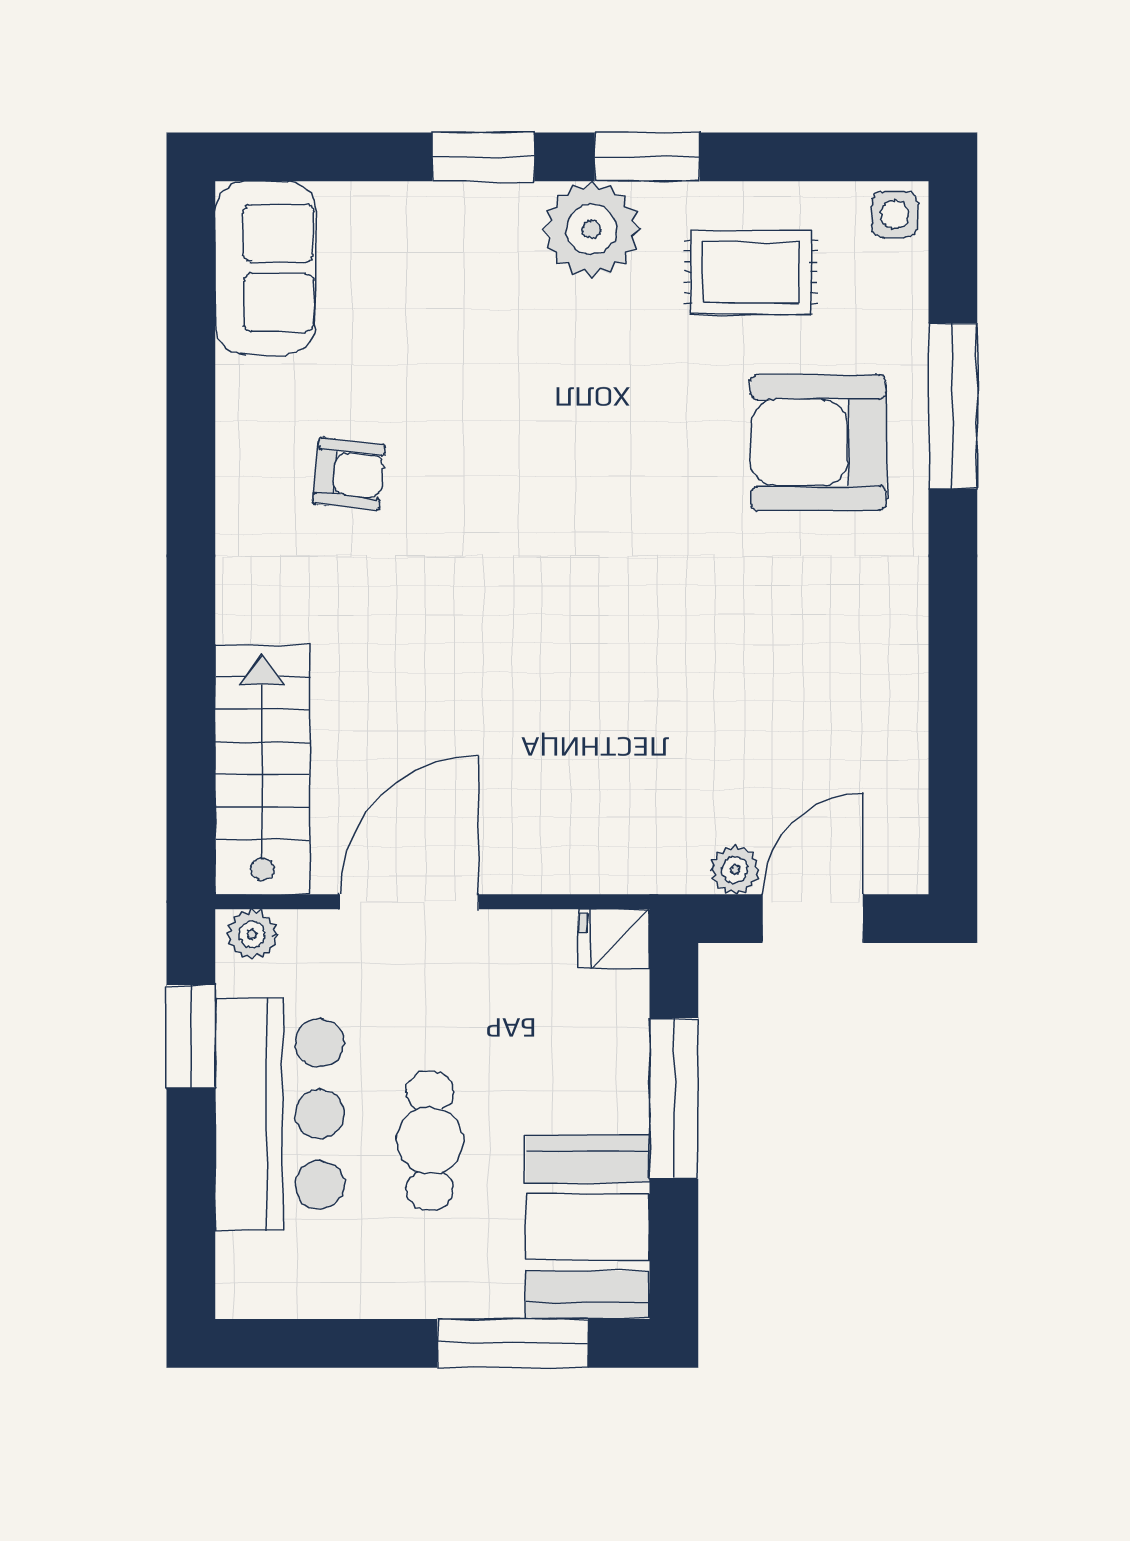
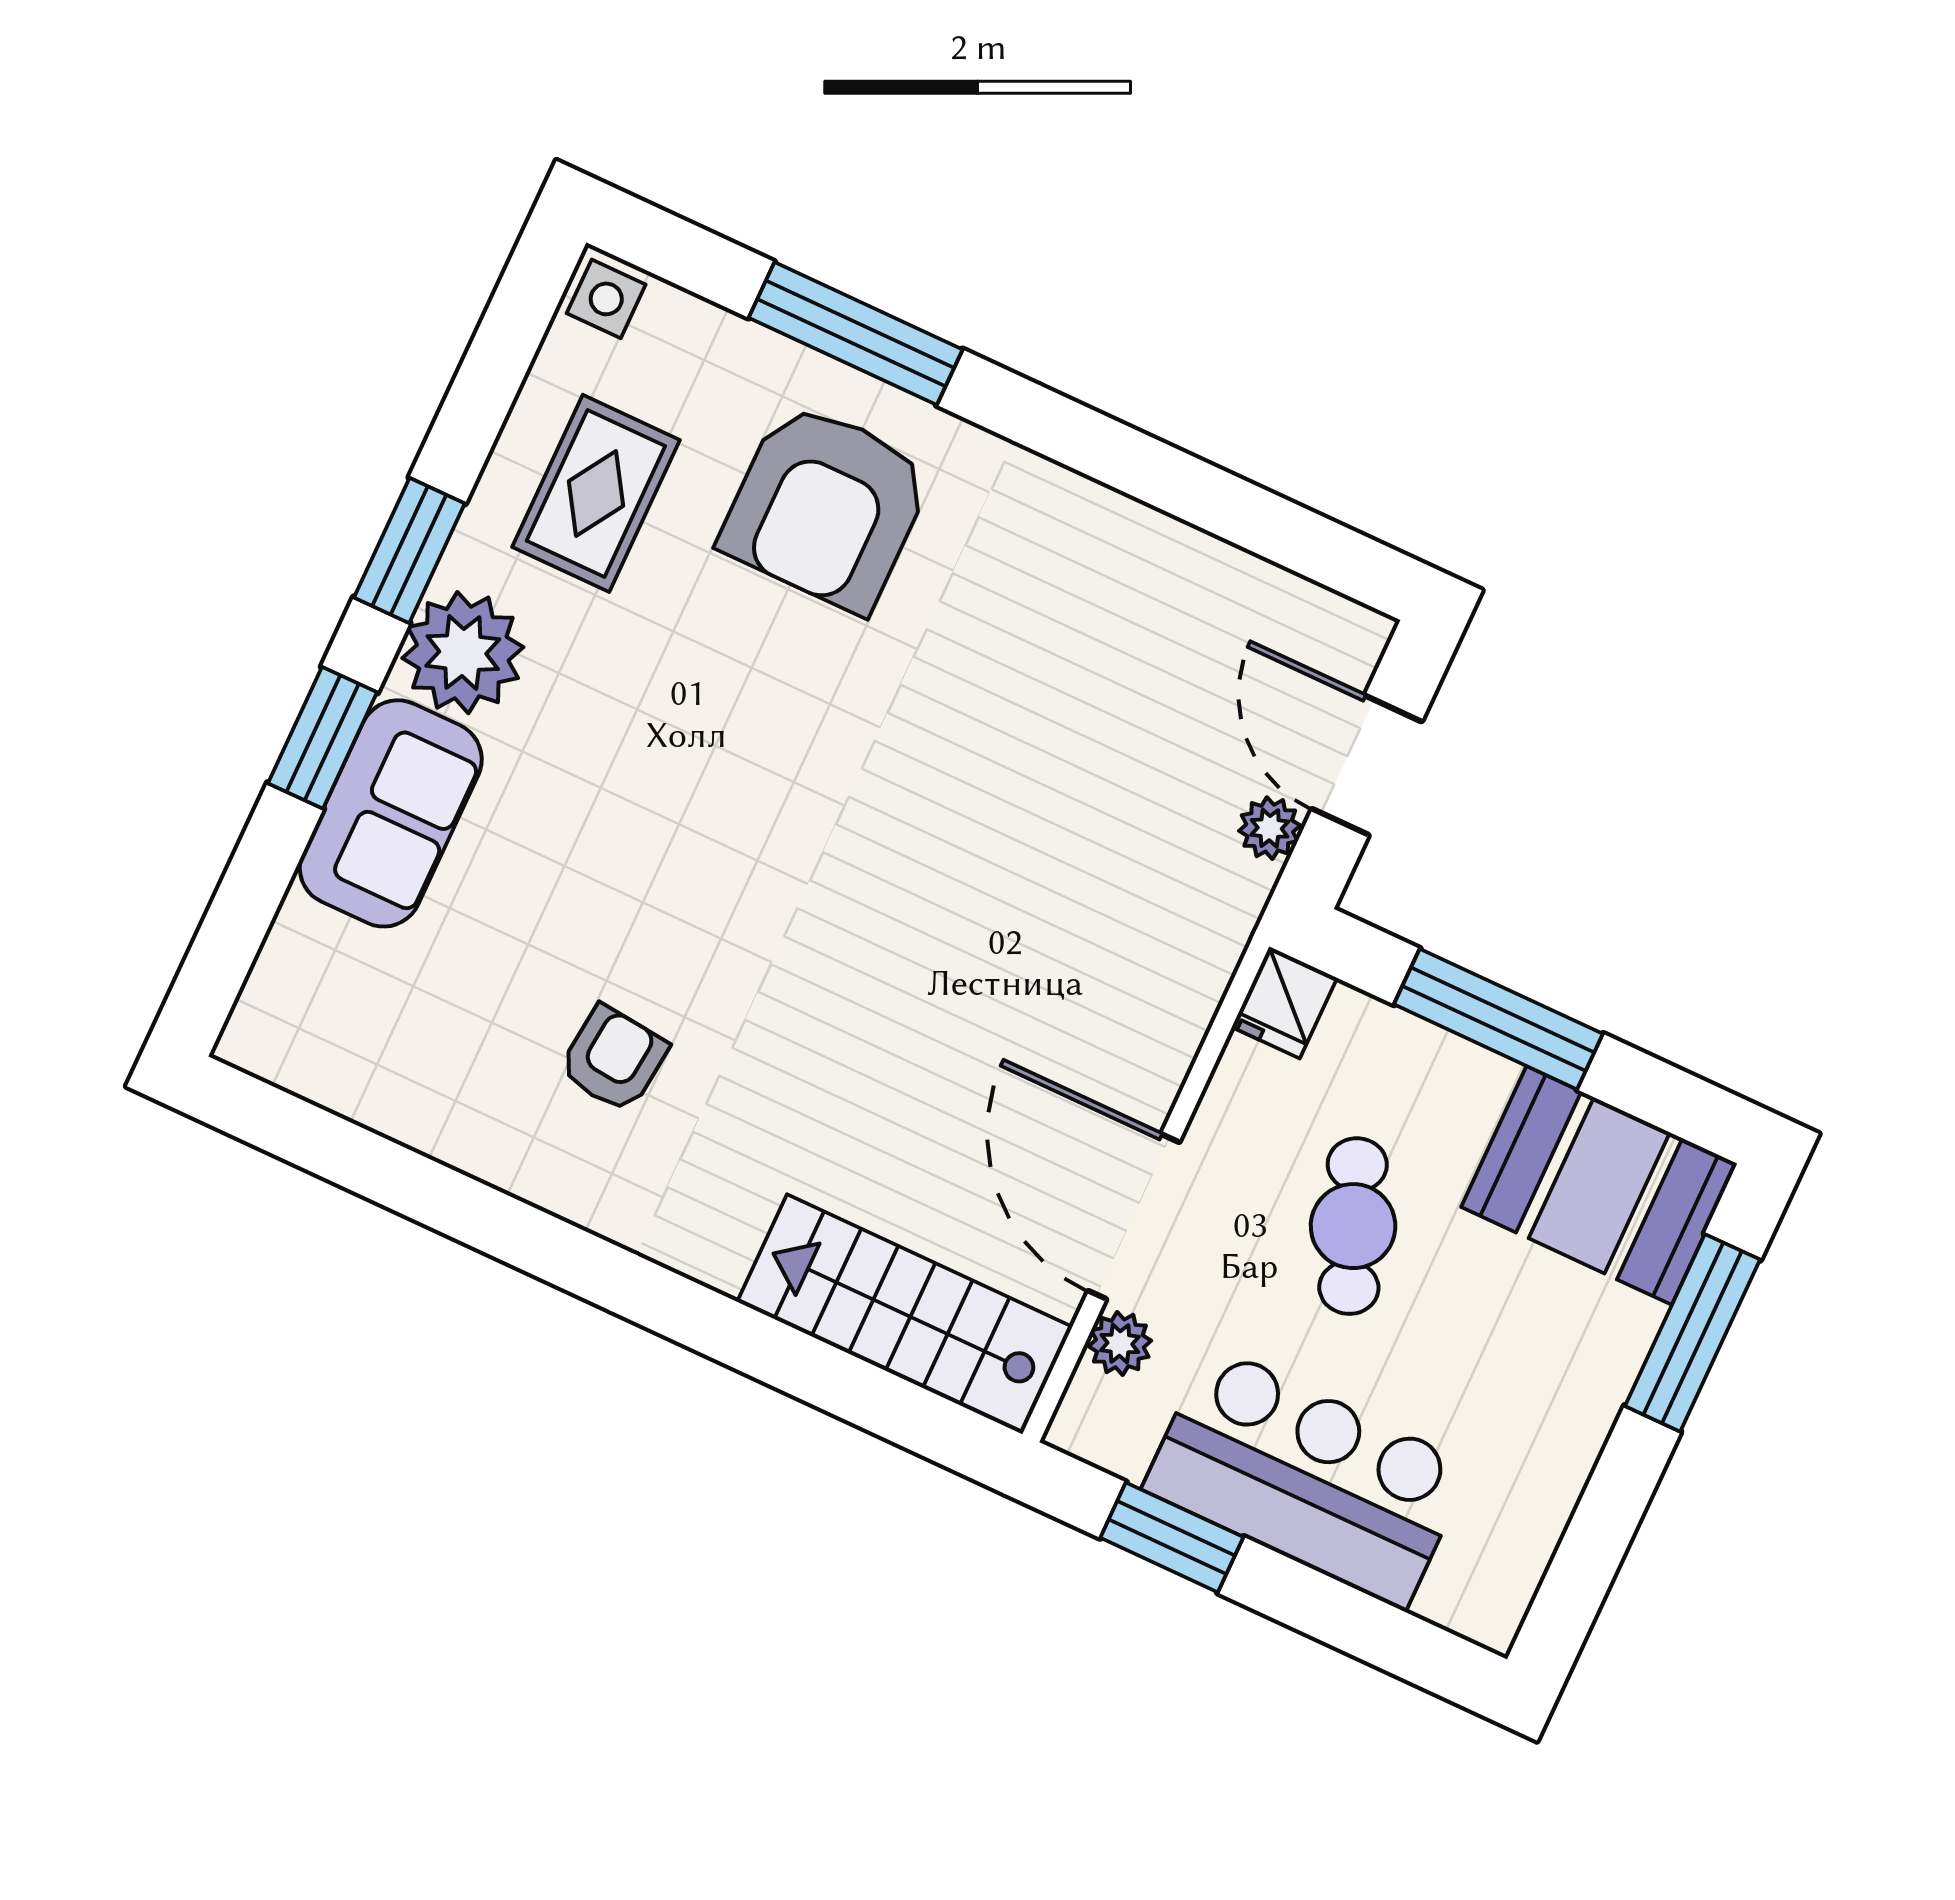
sofa: (265, 268) -> (391, 813), moved, turned 90
plant: (252, 934) -> (1120, 1343), moved
cafe table: (430, 1141) -> (1353, 1226), moved, turned 69

